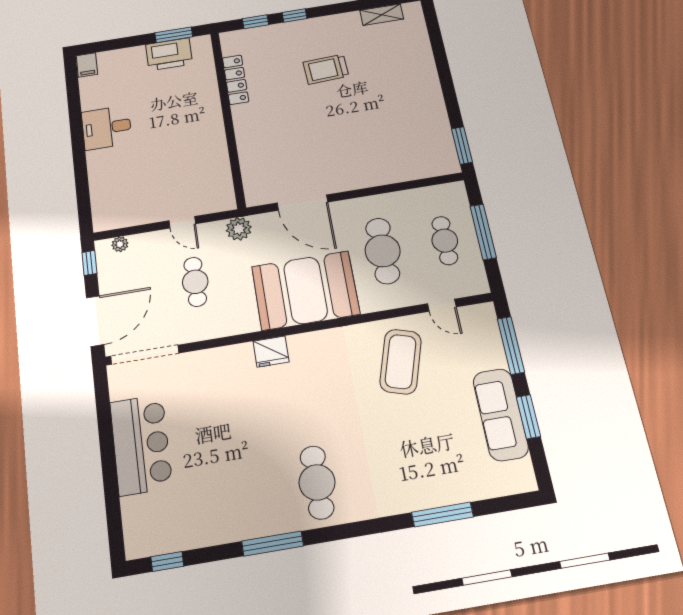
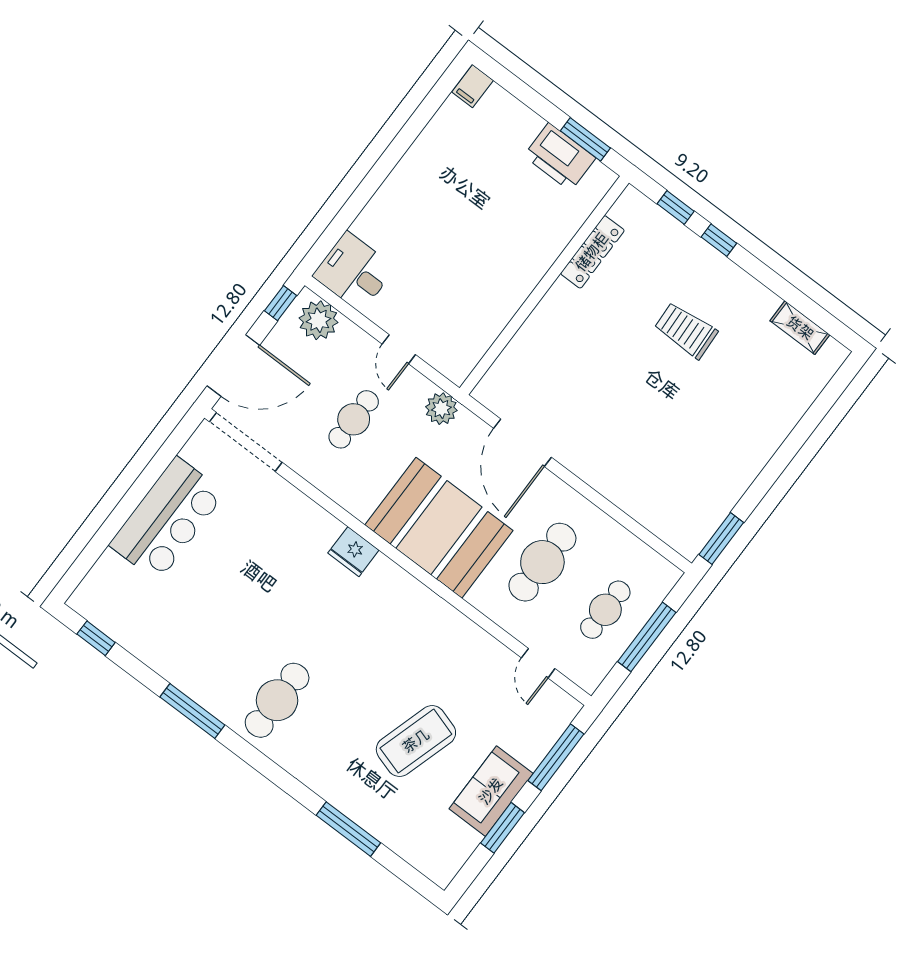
desk: (107, 128) -> (354, 272), moved
plant: (120, 244) -> (318, 320), width x1.88, depth x1.88
coffee table: (401, 362) -> (416, 741), moved
sofa: (501, 414) -> (491, 791), width x0.73

